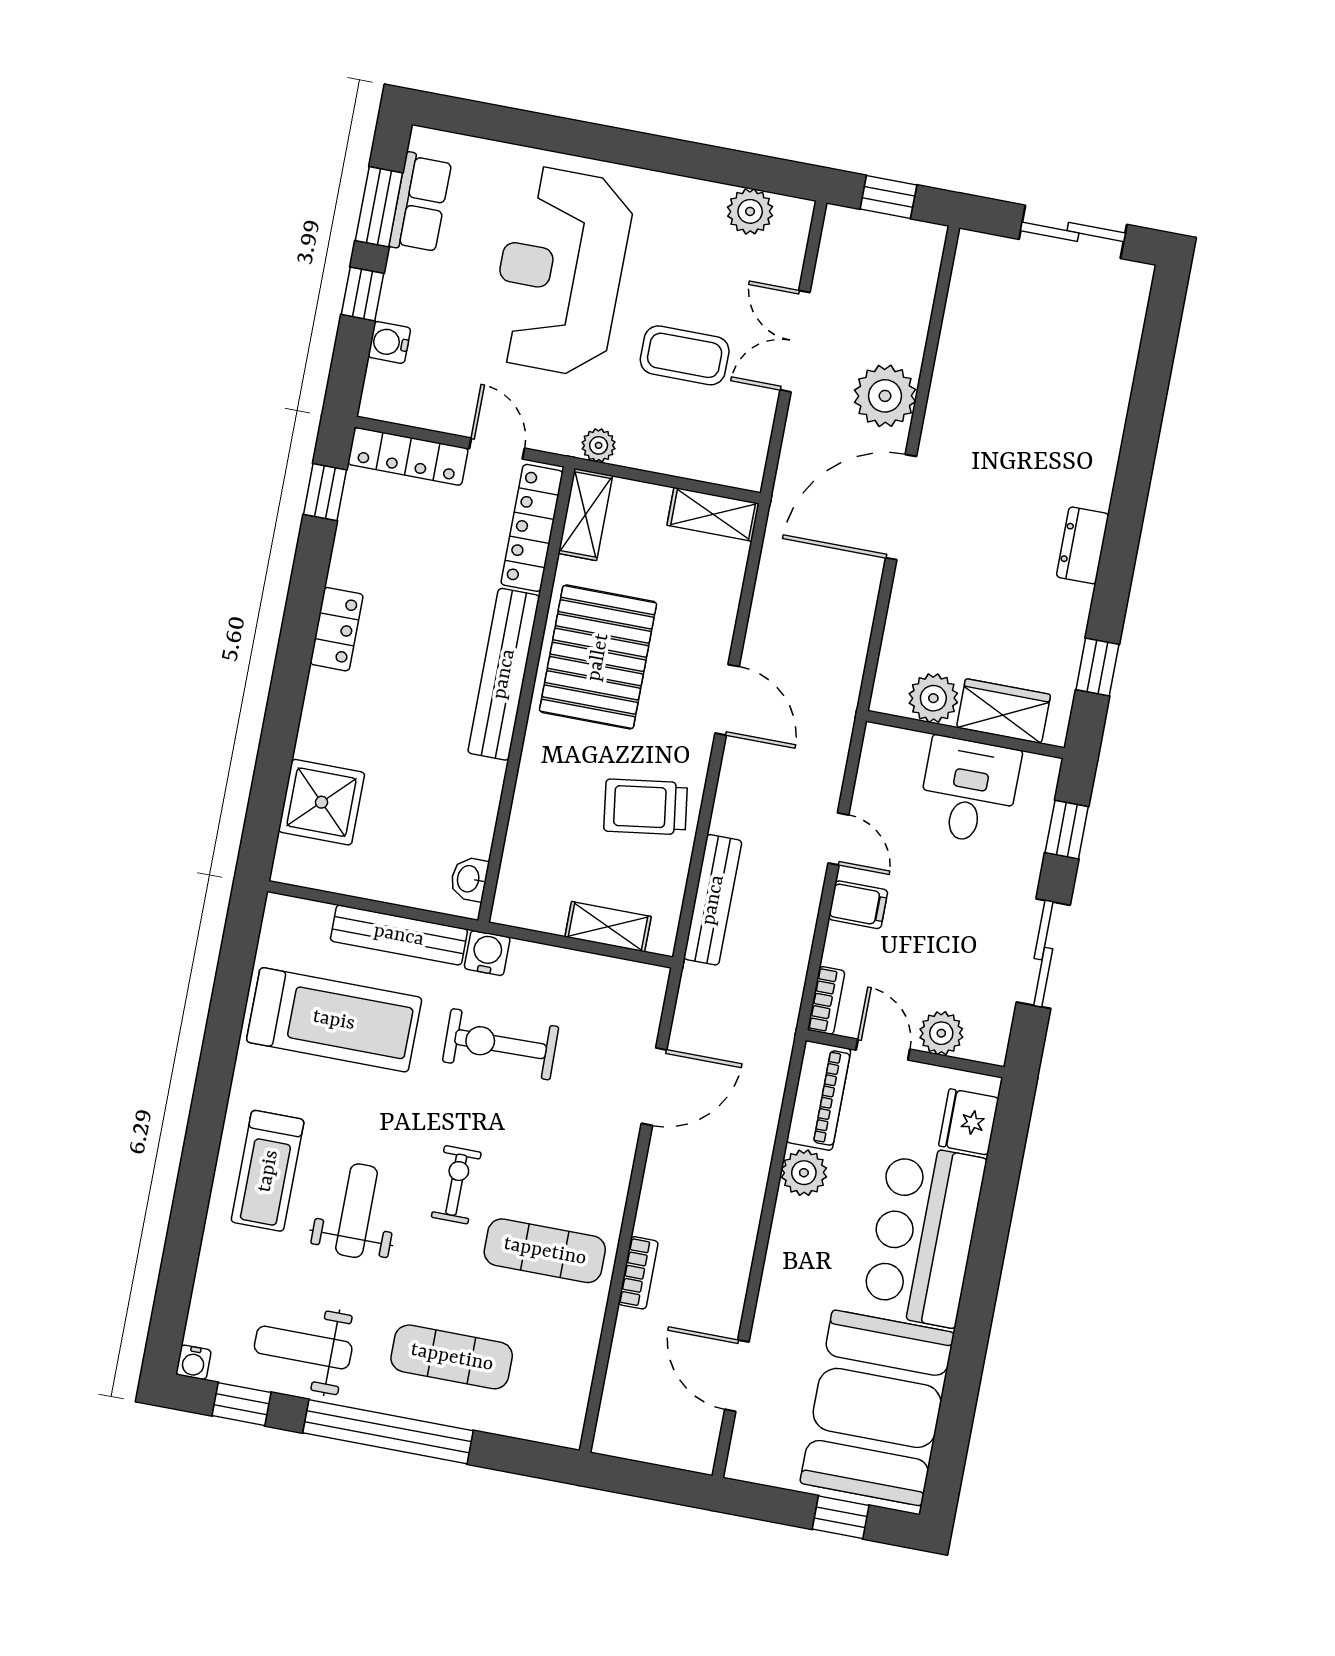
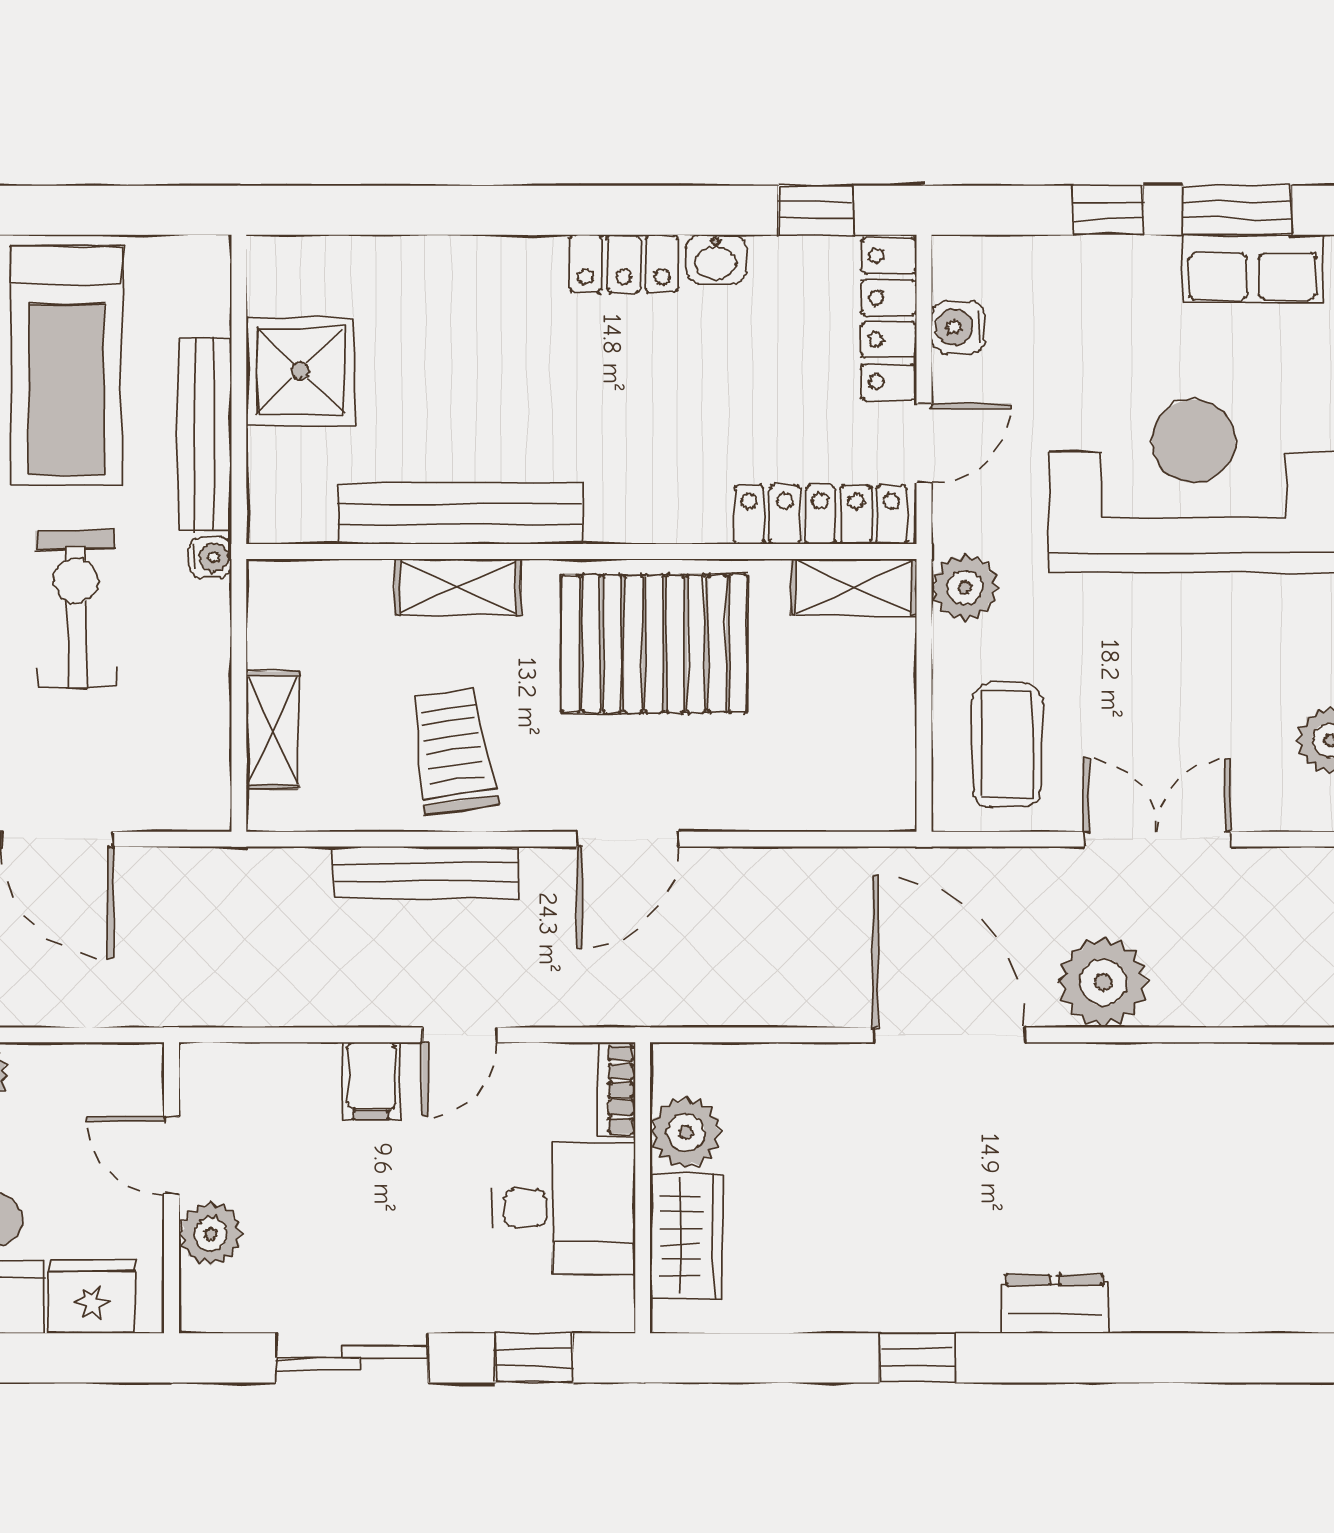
water cooler: (389, 342) -> (958, 327), moved, turned -90
coffee table: (685, 355) -> (1007, 745), moved
plant: (599, 445) -> (965, 587), width x1.38, depth x1.38
shelving: (713, 514) -> (458, 587), moved, turned 90
dresser: (1083, 545) -> (1055, 1304), moved
window: (1097, 667) -> (918, 1358), moved
bench: (504, 674) -> (460, 514), moved
shower: (322, 802) -> (300, 371), moved
washbasin: (469, 879) -> (716, 259), moved, turned 180
bench: (713, 900) -> (425, 872), moved
water cooler: (487, 953) -> (211, 557), width x0.72, depth x0.72
bookcase: (826, 1000) -> (616, 1090), moved, turned 90
door: (883, 1050) -> (172, 1155), swing flipped
piano: (819, 1096) -> (89, 1076), removed

